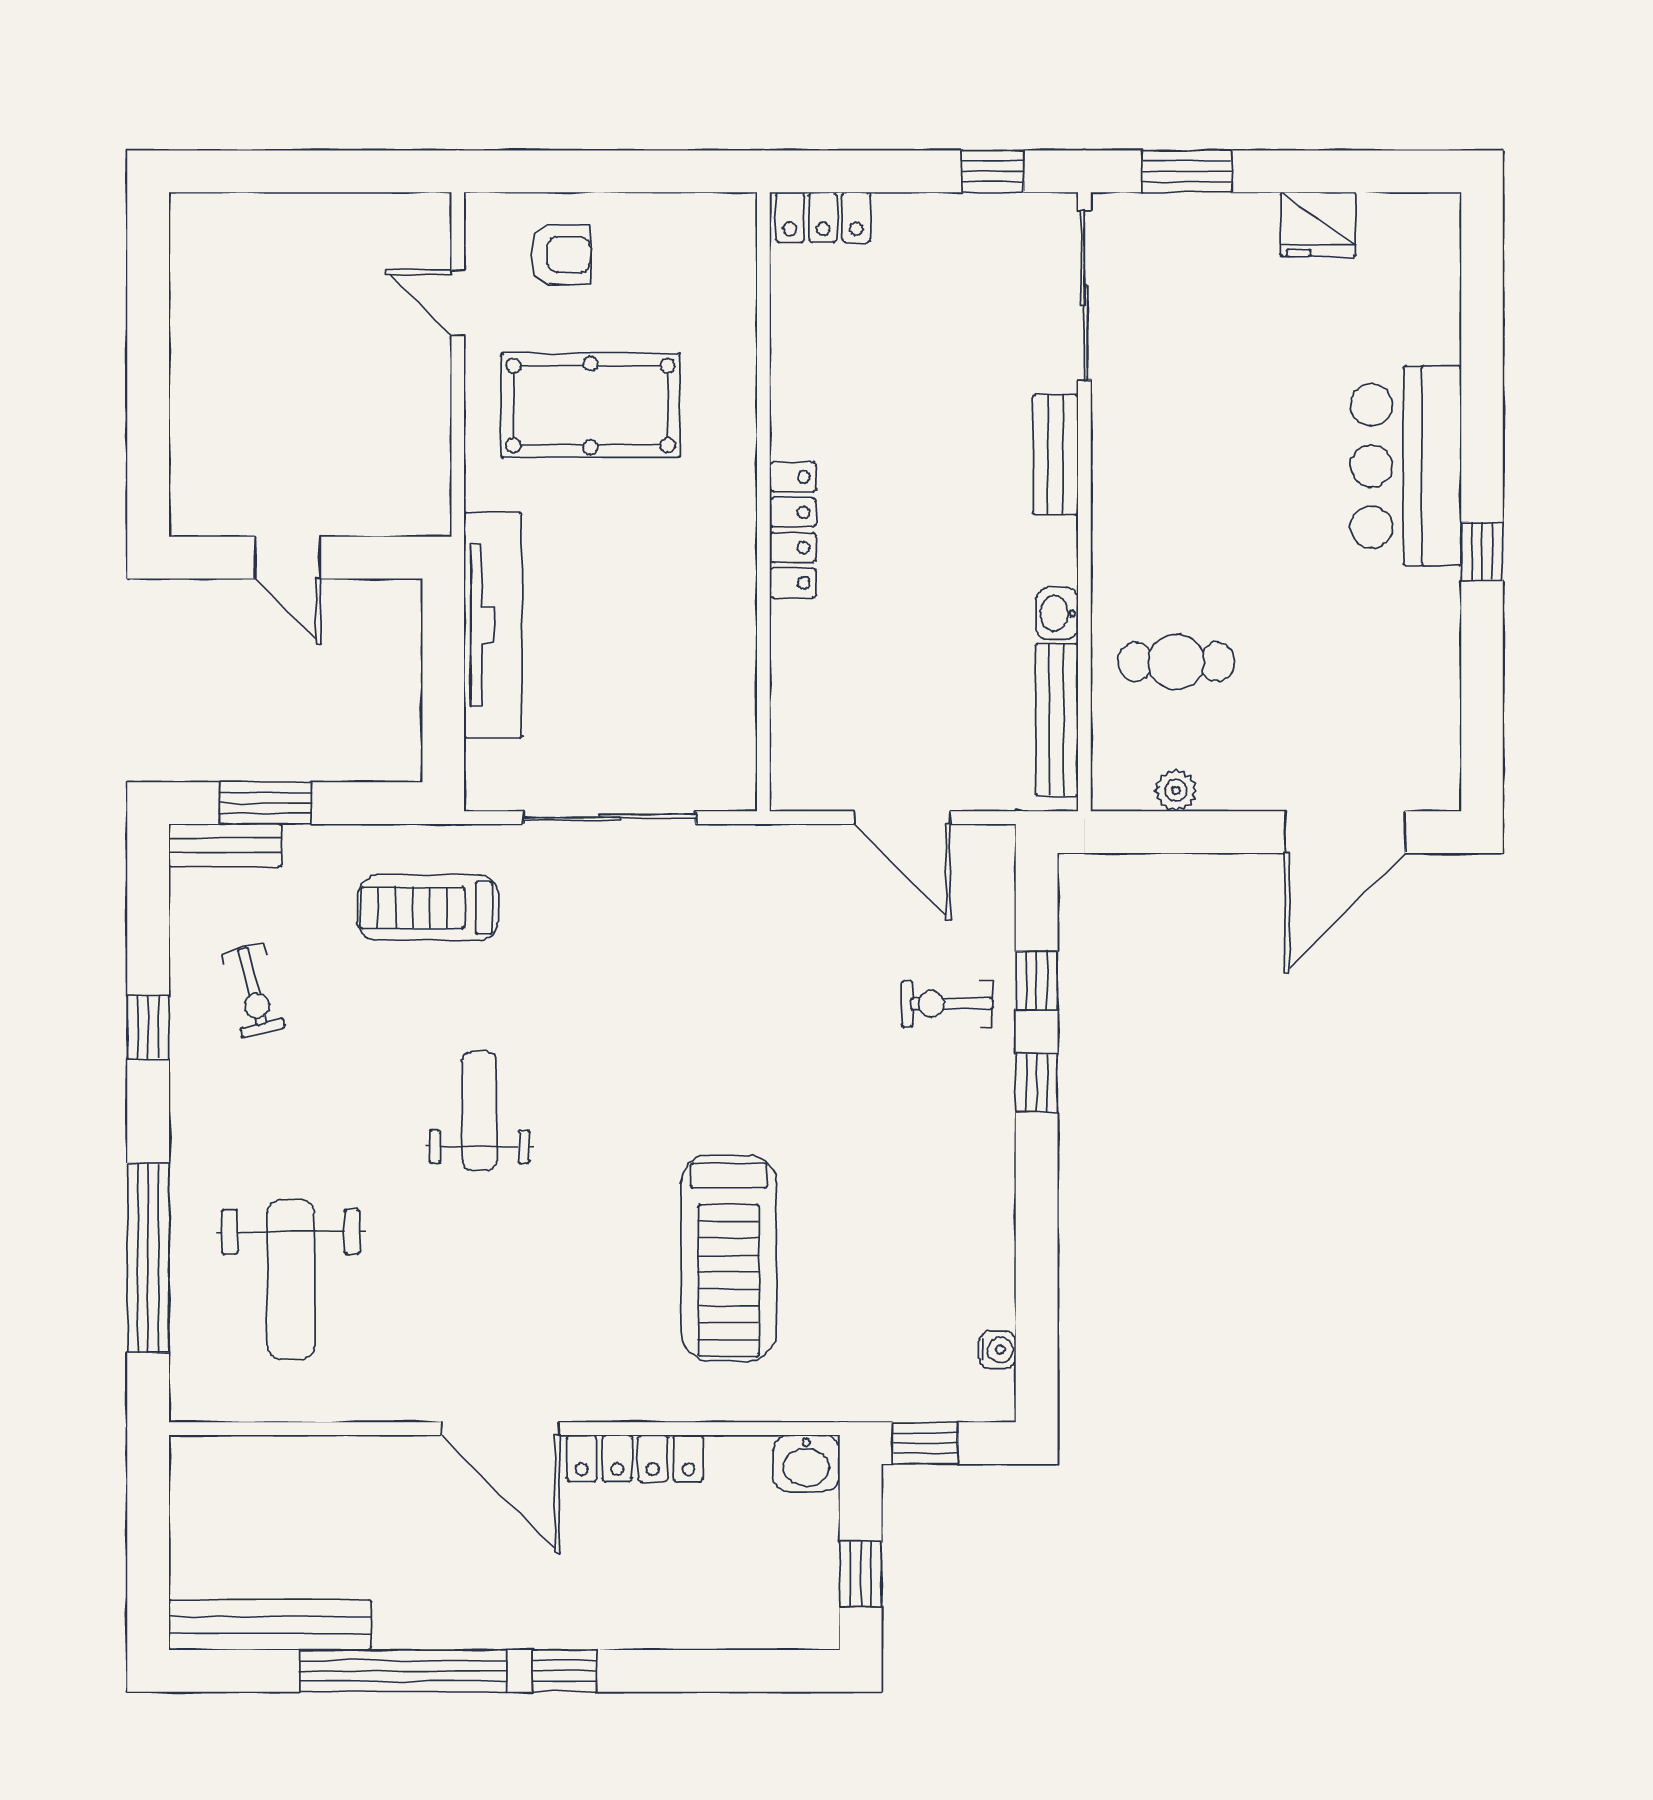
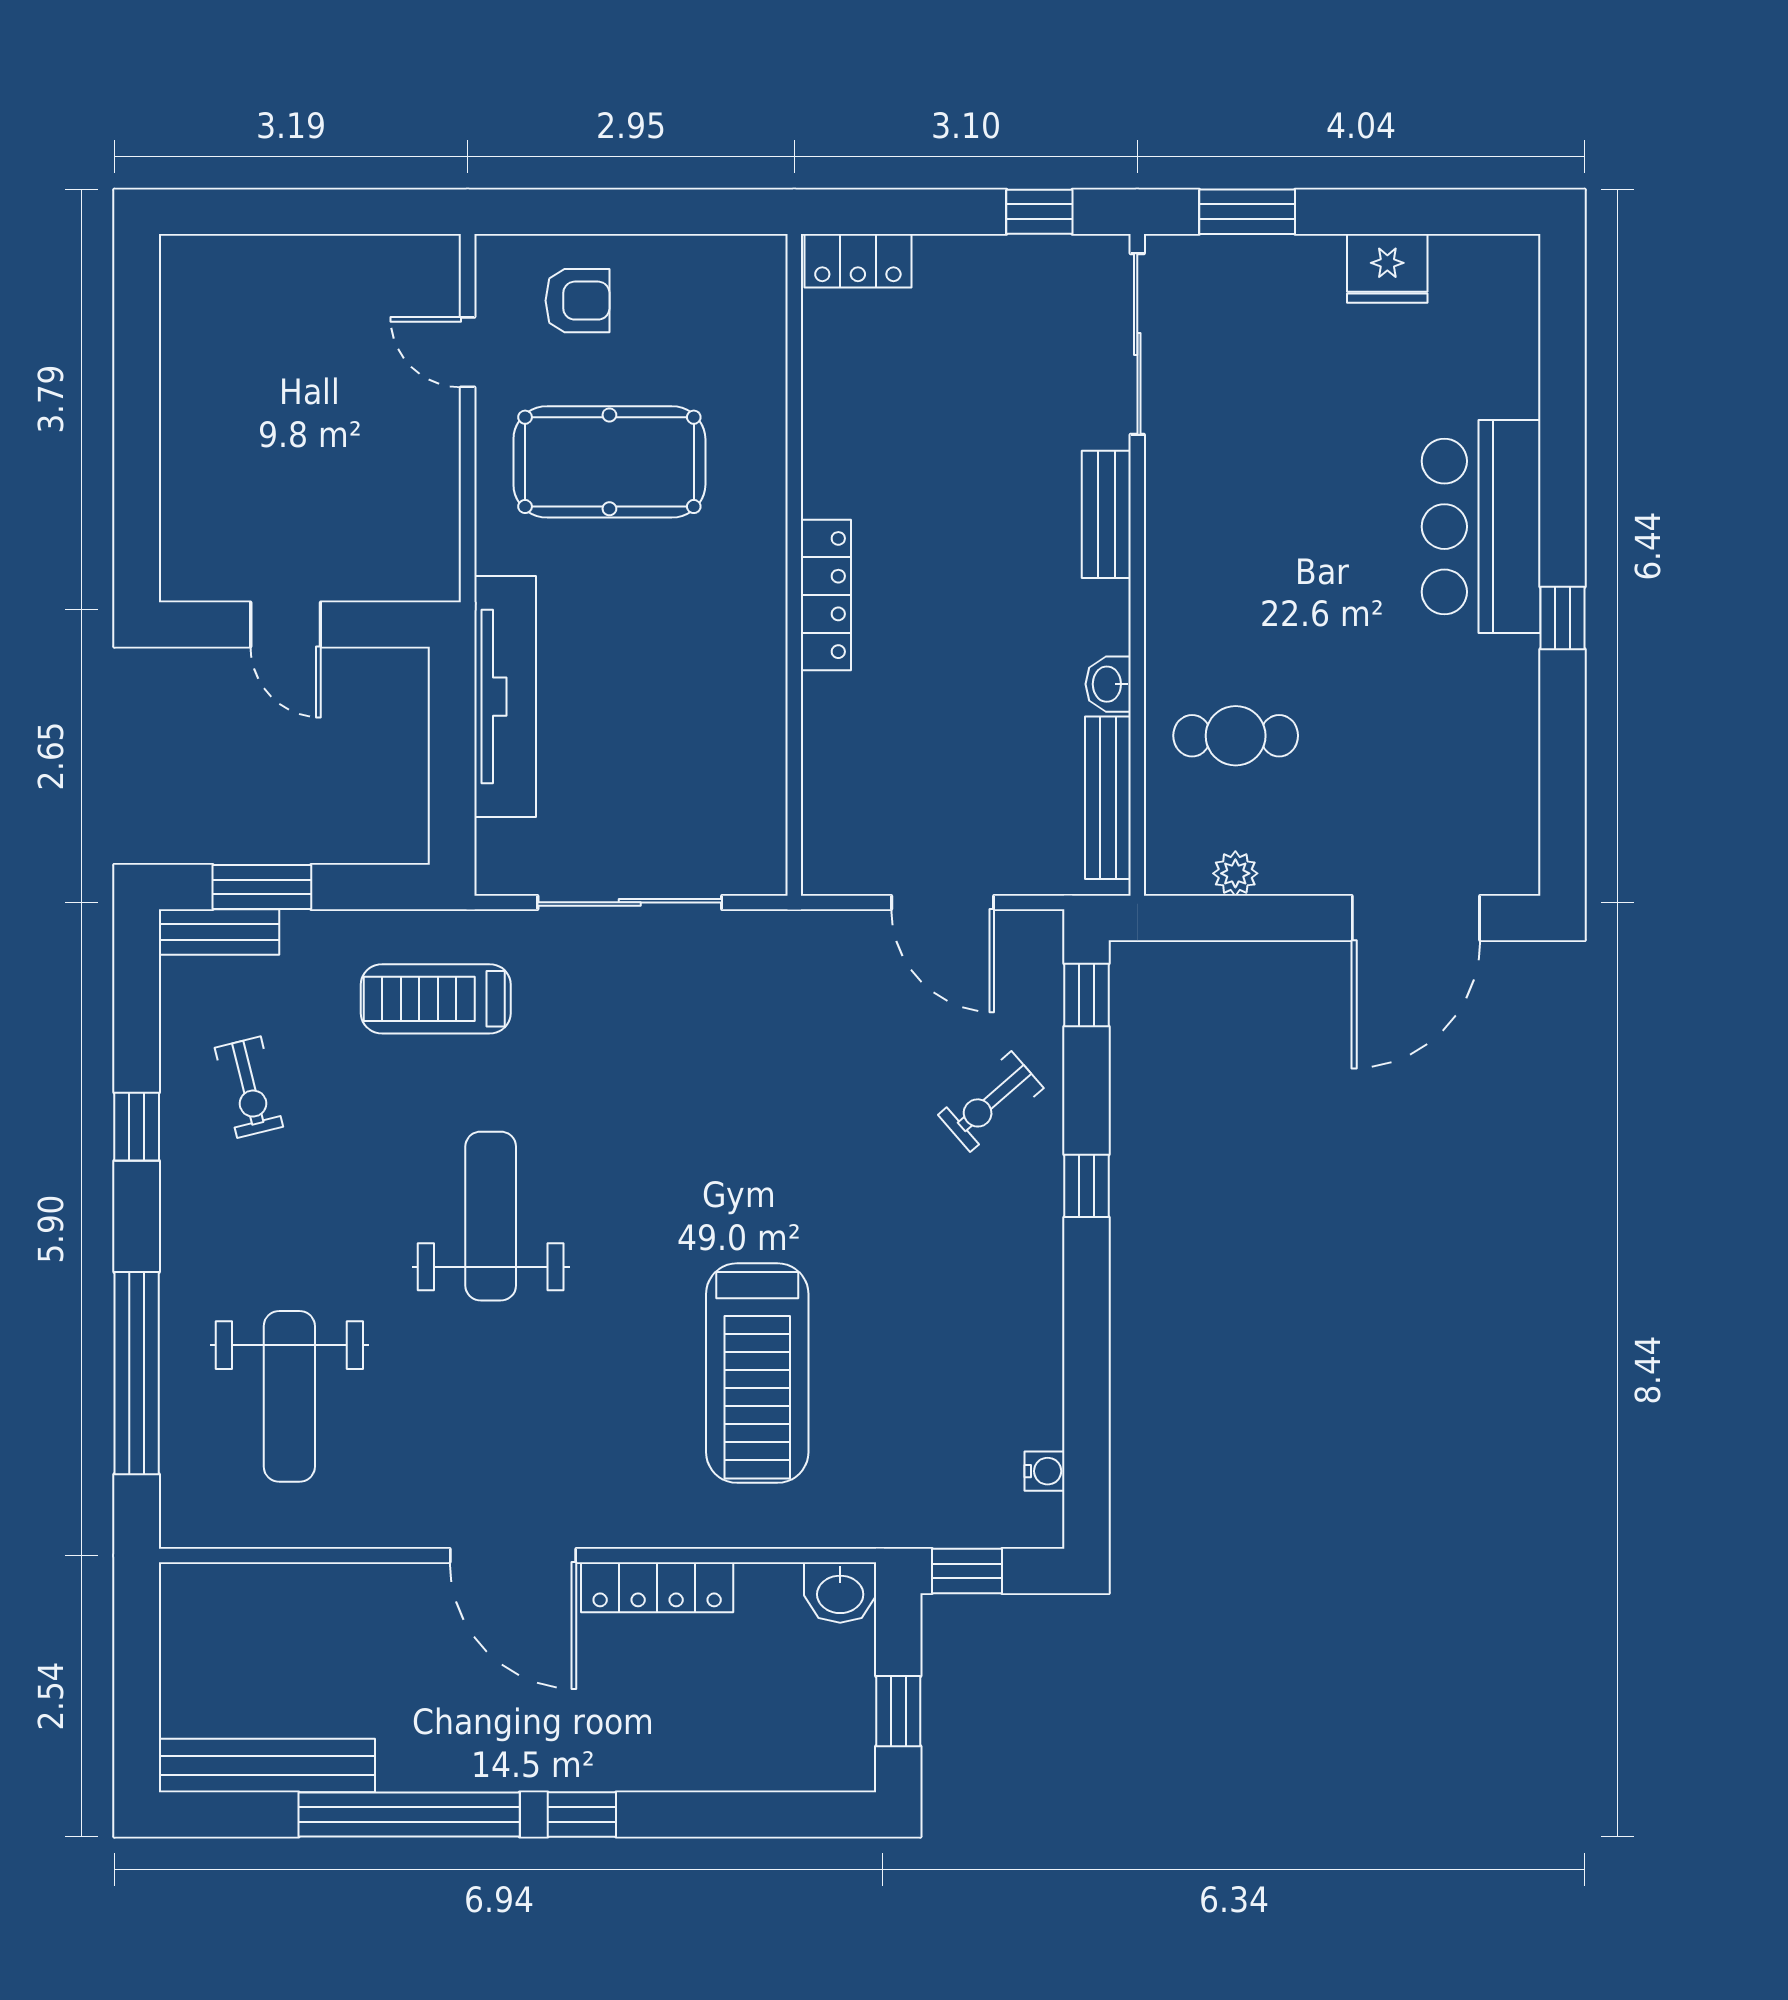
window: (1037, 981) -> (1086, 995), moved
exercise bike: (947, 1004) -> (991, 1101), turned -41
weight bench: (479, 1111) -> (491, 1216), width x1.36, depth x1.33

